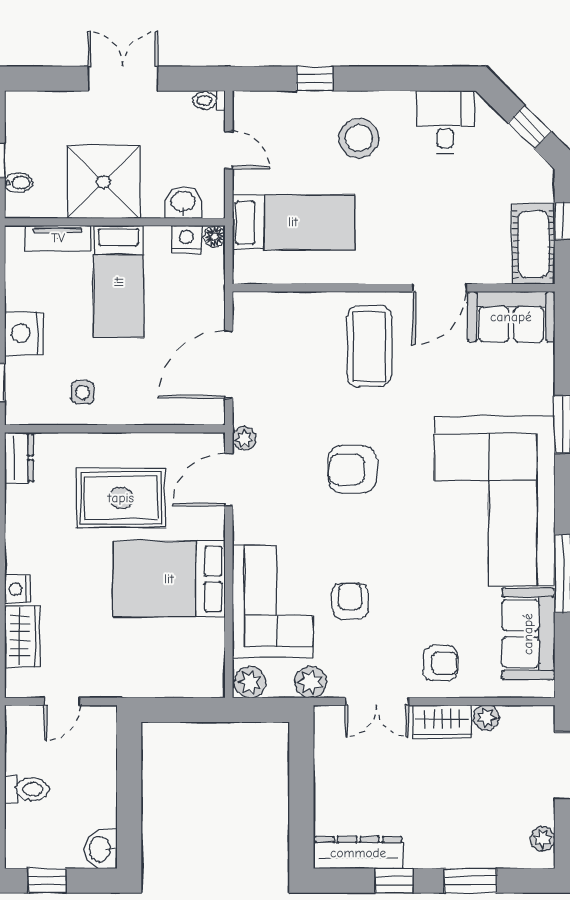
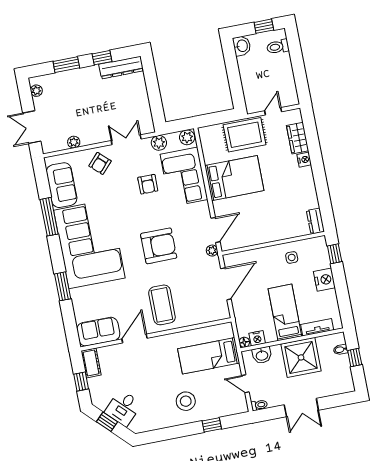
desk: (445, 122) -> (123, 408), moved, turned 45
cot: (534, 244) -> (91, 363), width x0.73, depth x0.75
armchair: (352, 469) -> (159, 246), width x1.36, depth x1.36
rug: (121, 498) -> (245, 135), moved
armchair: (440, 663) -> (100, 163), turned -47
wardrobe: (442, 722) -> (94, 136), removed
toilet: (27, 789) -> (278, 47), moved

